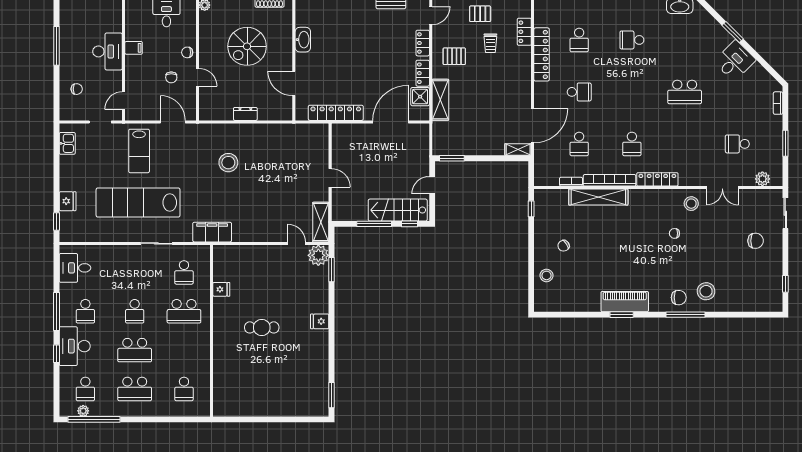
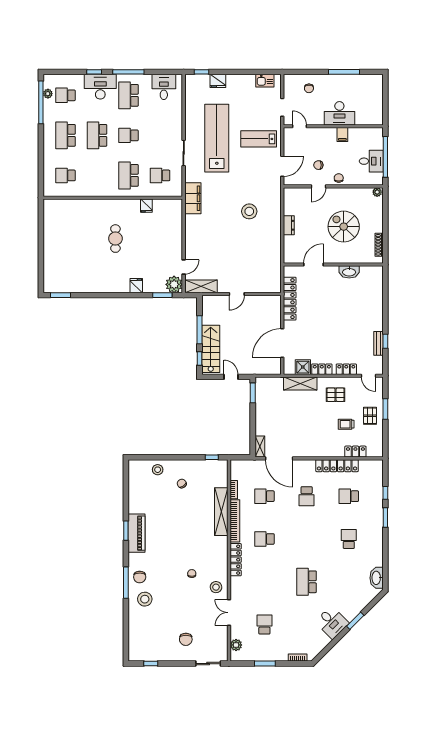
pallet: (454, 56) -> (336, 395), turned 90
door: (391, 122) -> (282, 343), swing flipped
school desk: (85, 311) -> (129, 95), width x1.85
fridge: (320, 321) -> (136, 286), moved

